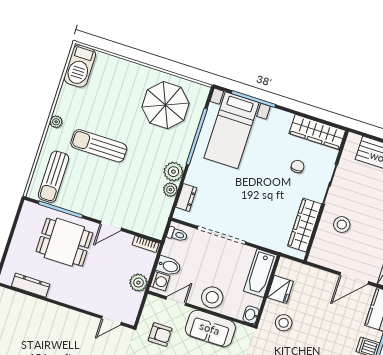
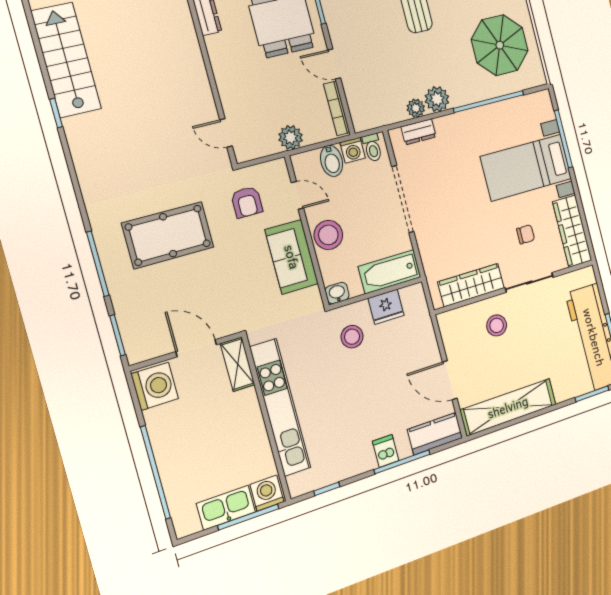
bed with nightstands: (232, 130) -> (526, 168), moved
bookcase: (146, 244) -> (337, 108), width x1.56
washing machine: (160, 281) -> (353, 150), moved

